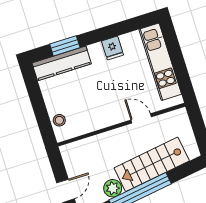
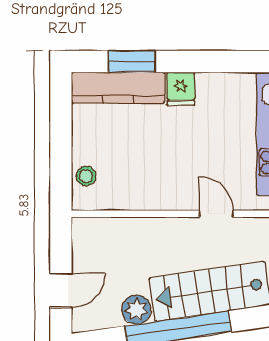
fridge: (113, 48) -> (181, 89), moved

